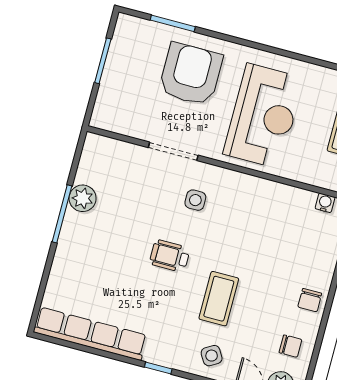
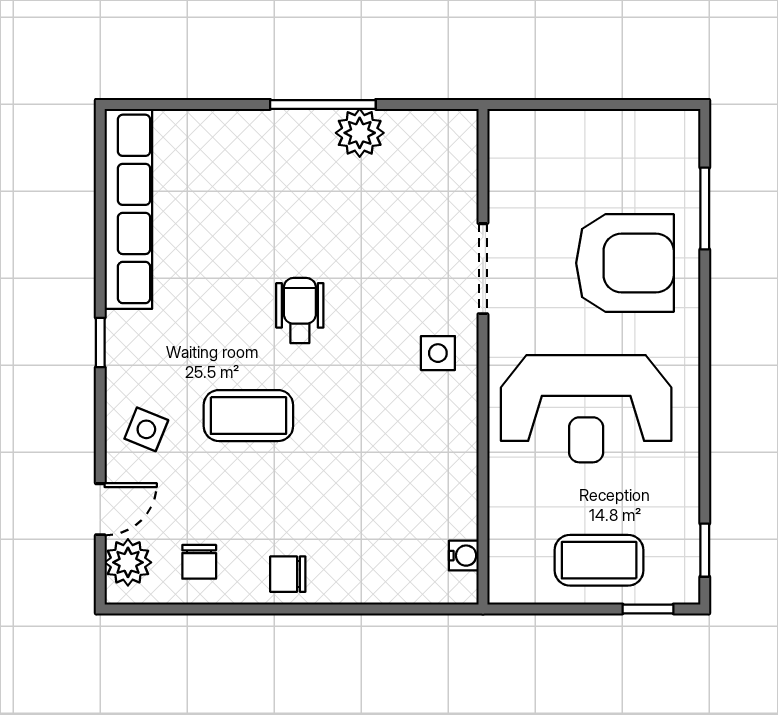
window: (103, 61) -> (608, 104), removed
side table: (195, 200) -> (438, 353), moved
side table: (212, 356) -> (146, 429), turned -37

